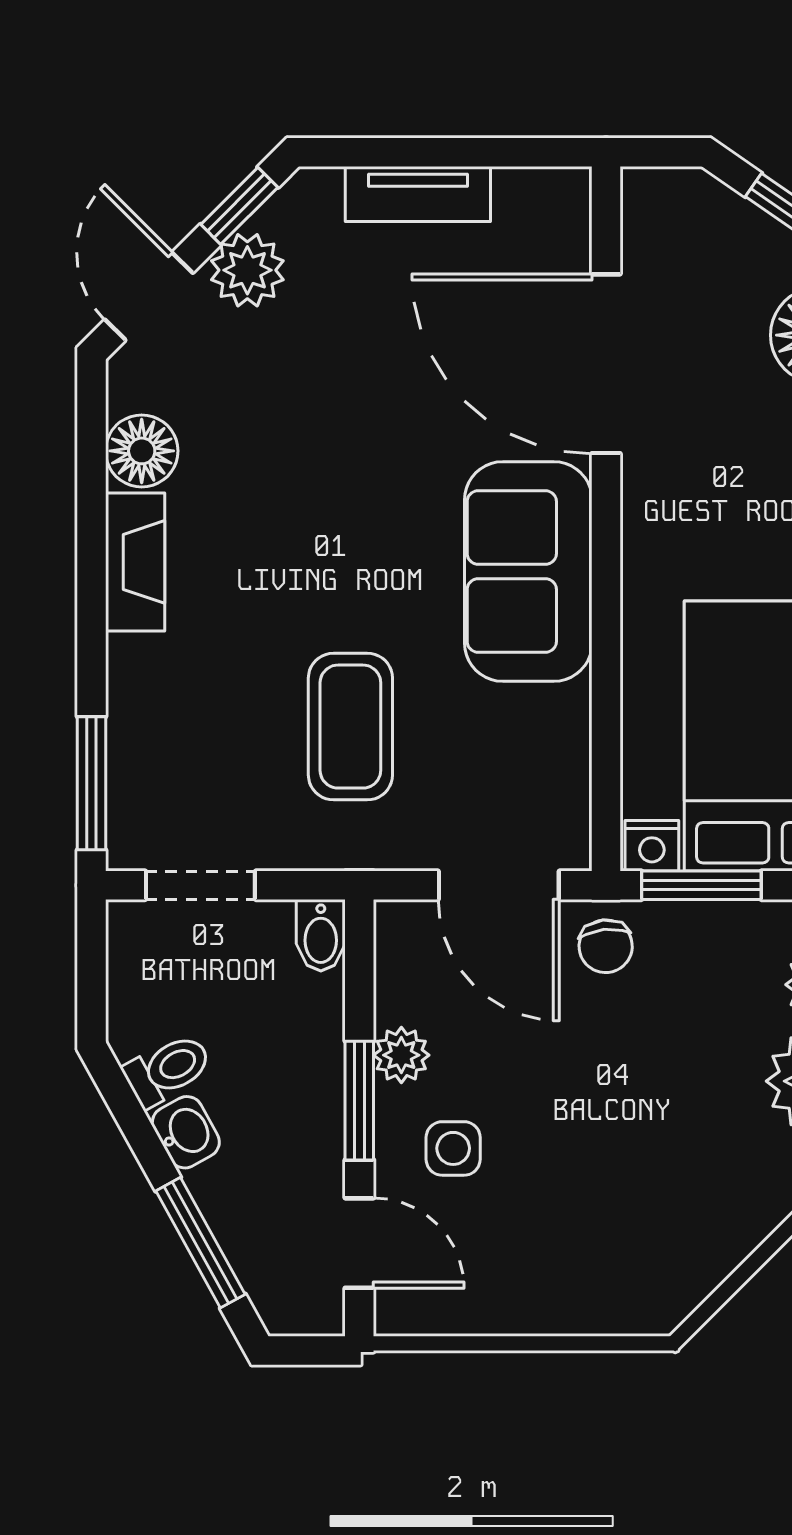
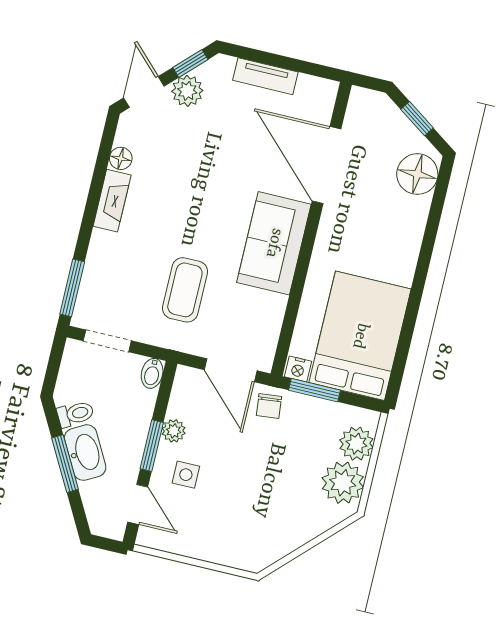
floor lamp: (142, 451) -> (121, 158), width x0.73, depth x0.73
washbasin: (186, 1132) -> (85, 453), width x1.91, depth x1.45
window: (200, 1243) -> (65, 464), moved

